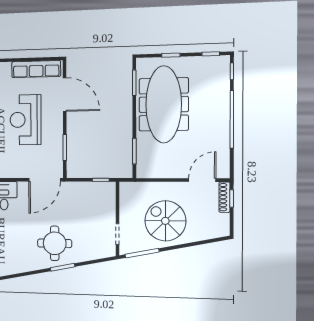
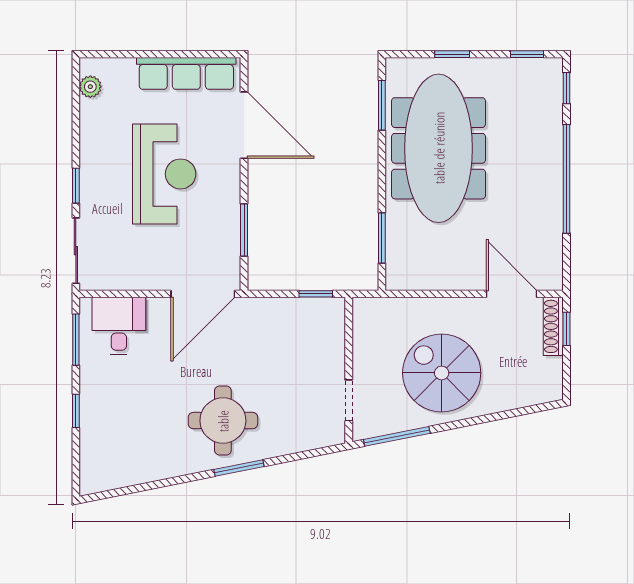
reception desk: (26, 120) -> (164, 174), turned 180
door: (202, 180) -> (512, 294), hinge flipped

